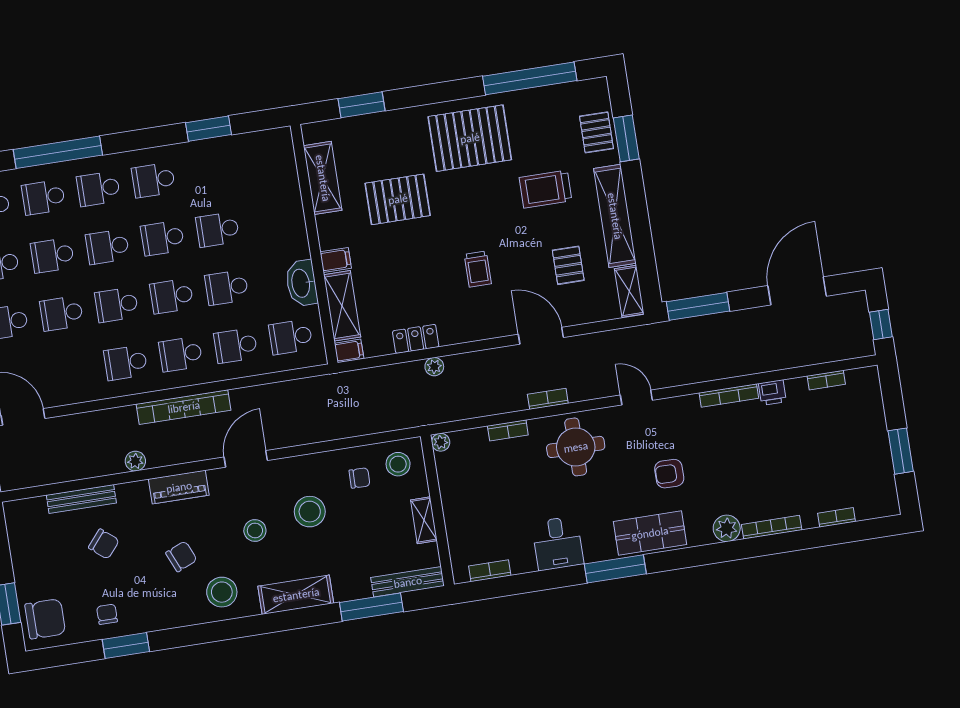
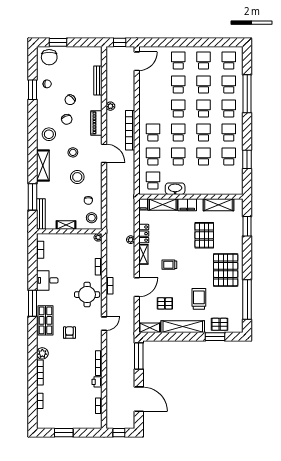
filing cabinet: (336, 260) -> (187, 205), width x2.00
shelving: (463, 332) -> (143, 254), added
school desk: (126, 363) -> (229, 157), moved
chair: (104, 544) -> (70, 100), moved

